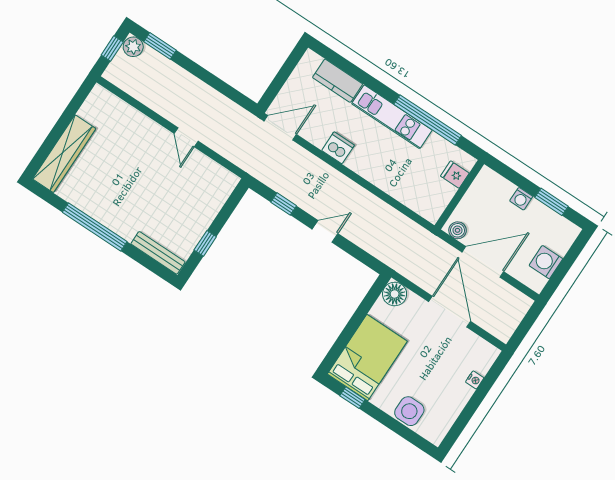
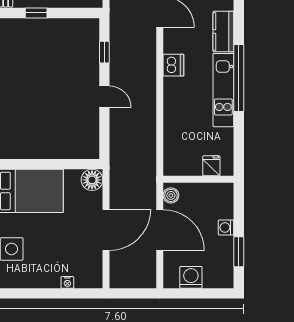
window: (428, 120) -> (239, 78), moved

